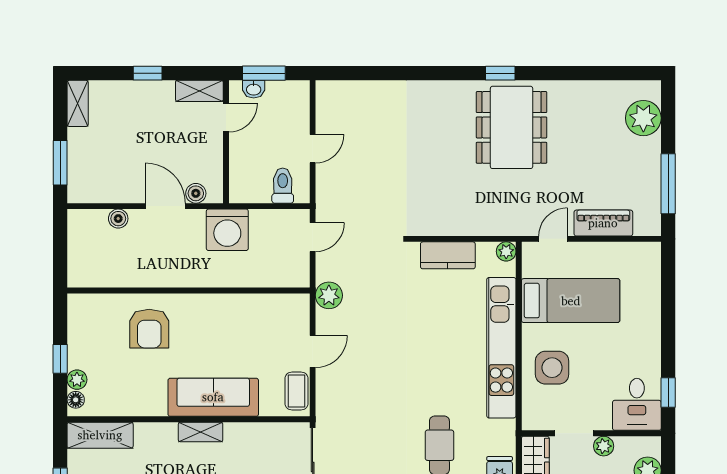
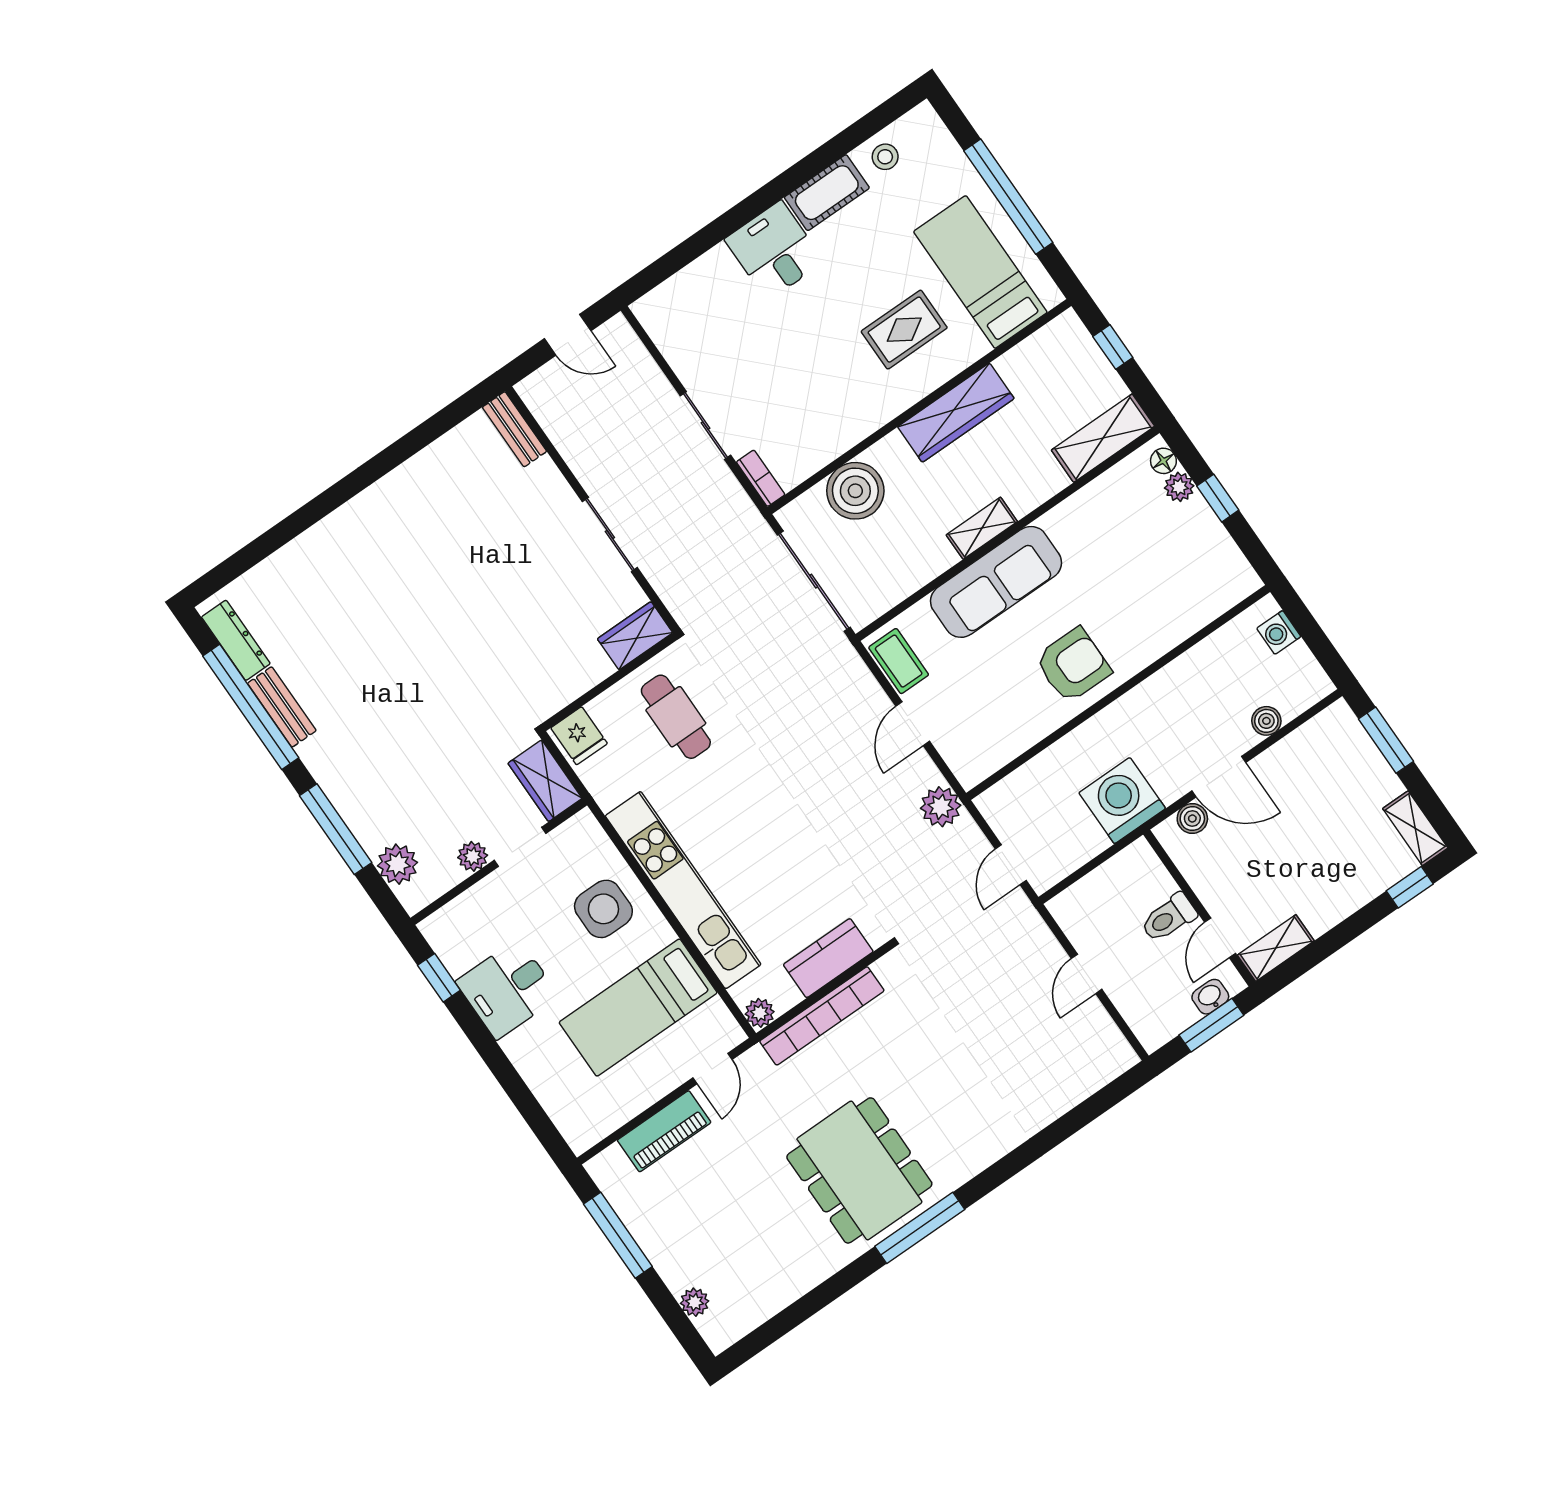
window: (148, 73) -> (1410, 887), moved
window: (500, 73) -> (920, 1228), width x2.17
plant: (643, 118) -> (695, 1302), width x0.53, depth x0.53
toilet: (283, 186) -> (1169, 918), moved, turned 90
bookcase: (473, 226) -> (822, 1016), added
washing machine: (78, 262) -> (1279, 632), added
armchair: (149, 329) -> (1073, 665), moved, turned 90
desk: (637, 404) -> (507, 989), moved, turned -90

